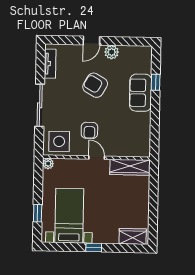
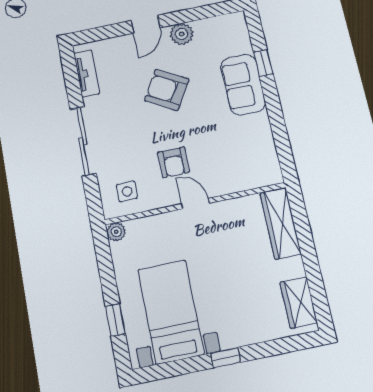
side table: (59, 141) -> (127, 191), width x0.54, depth x0.54
wardrobe: (130, 167) -> (281, 223), moved, turned 90
wardrobe: (133, 236) -> (299, 303), moved, turned -90

